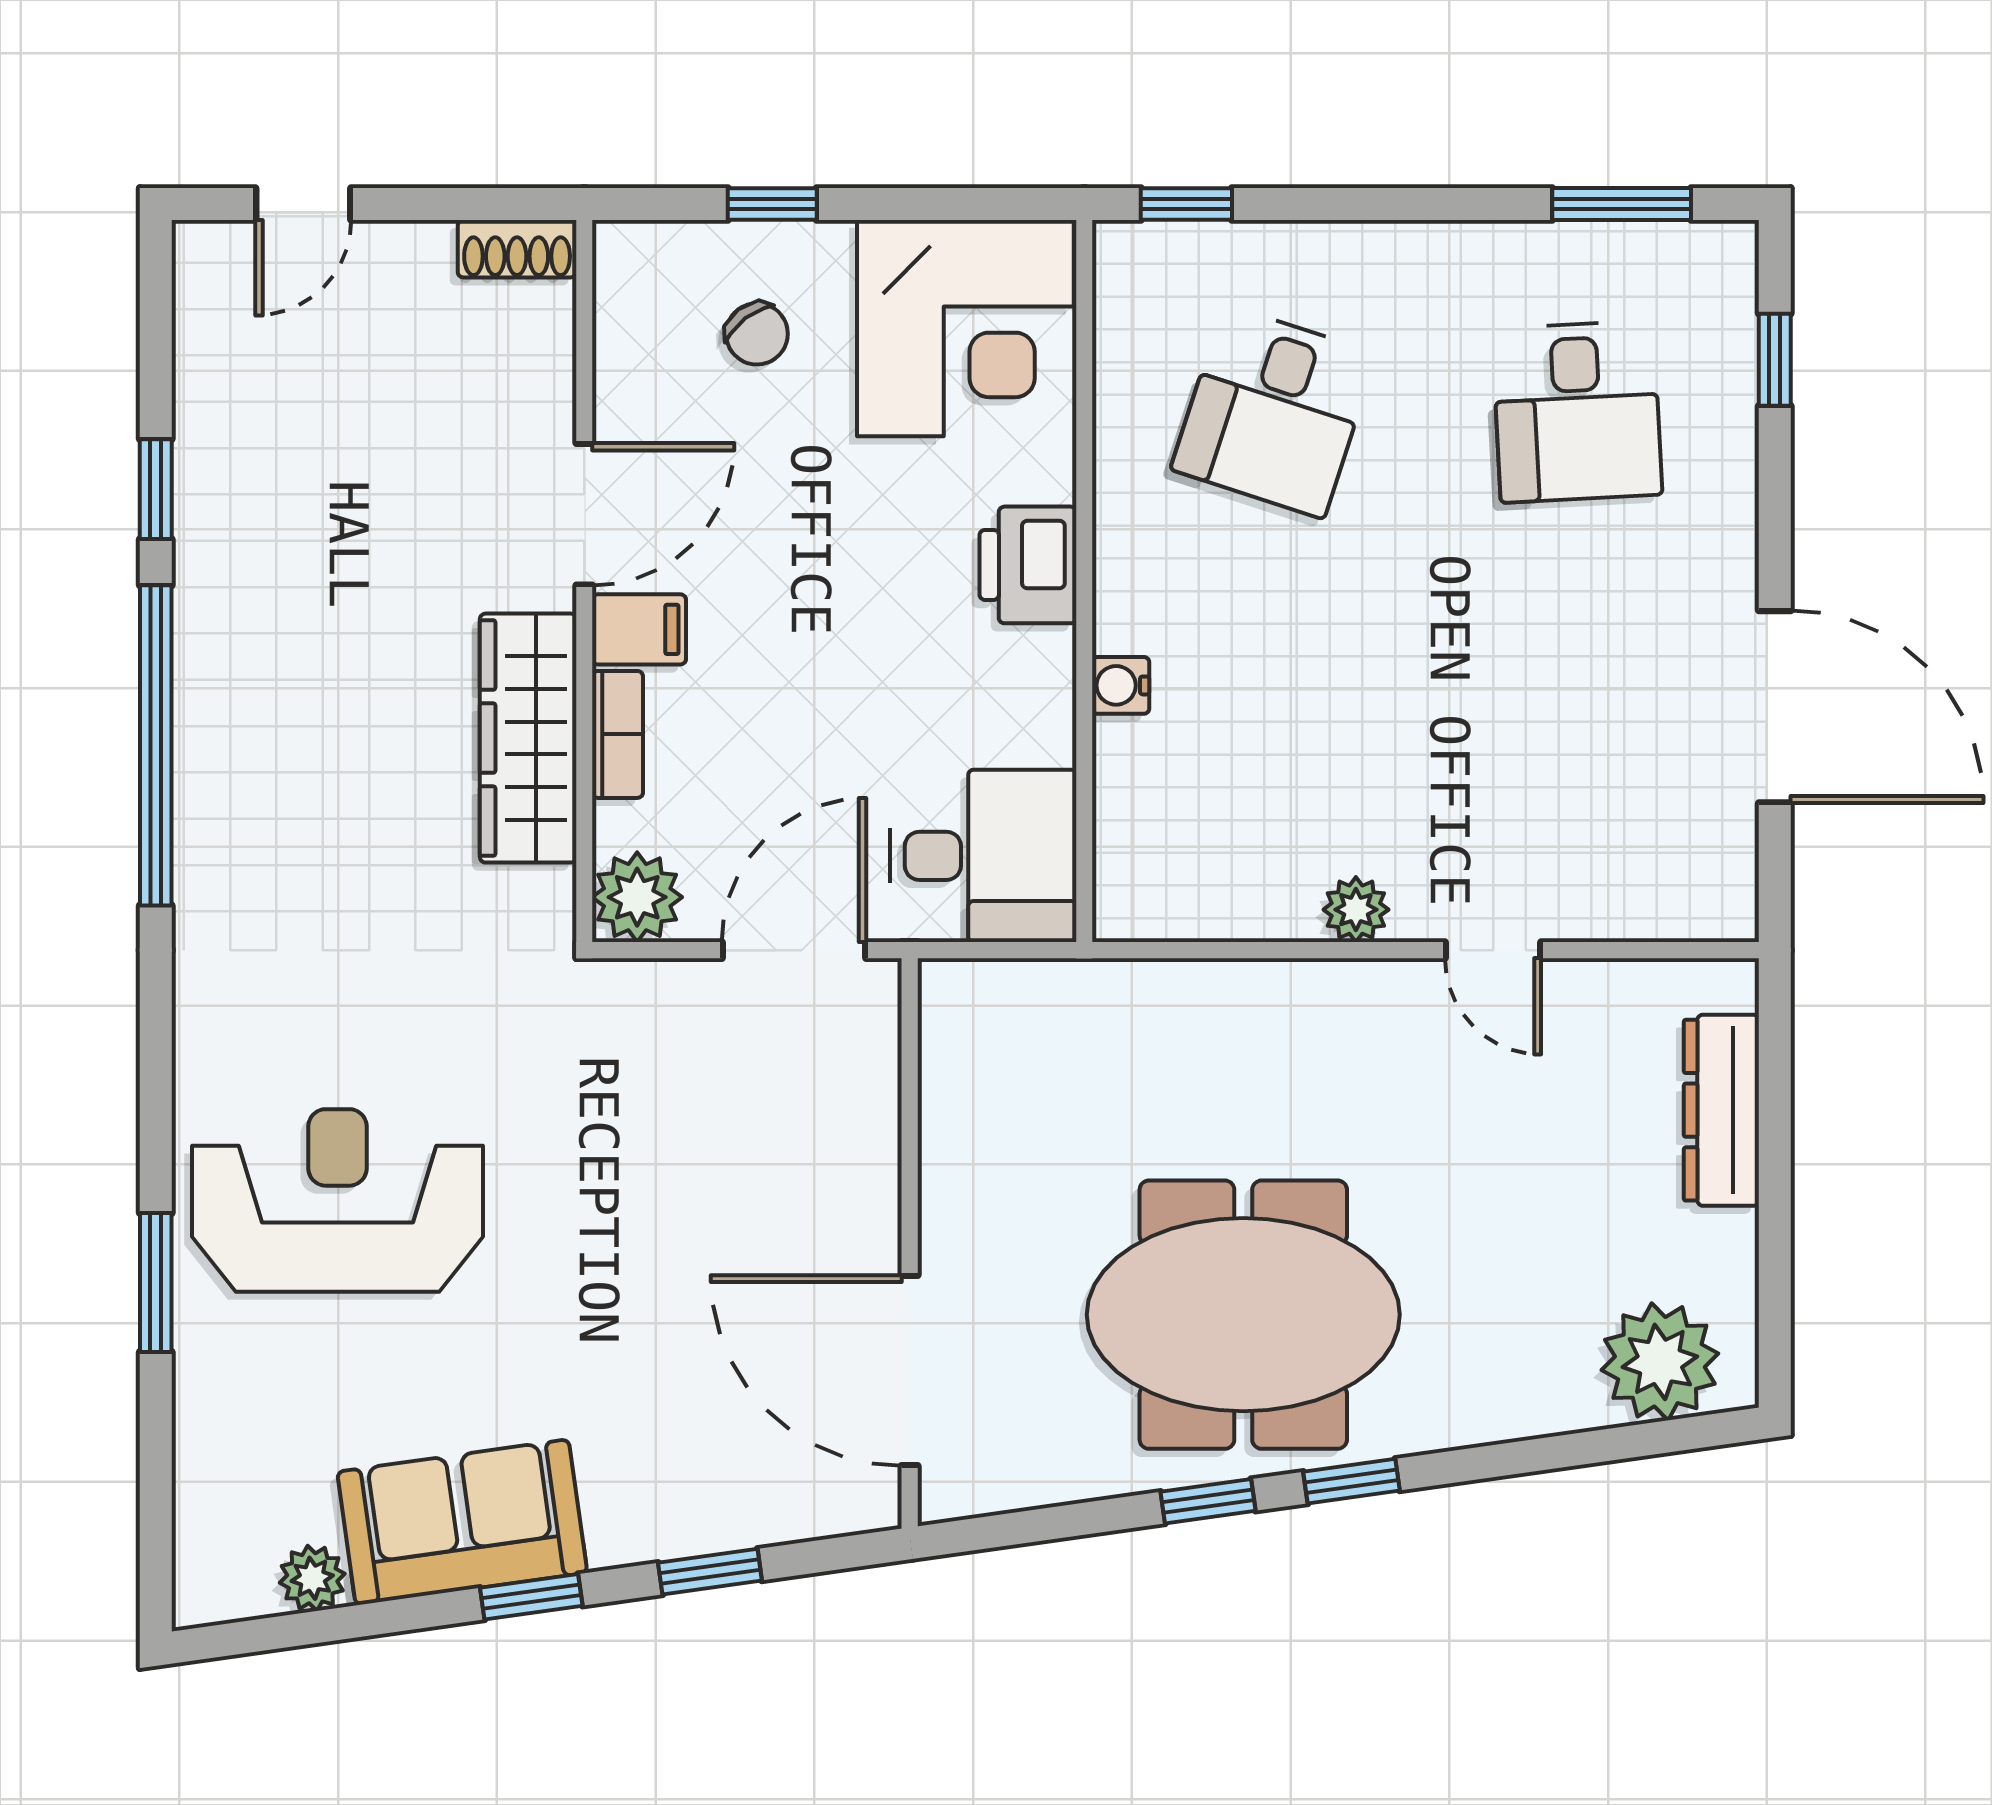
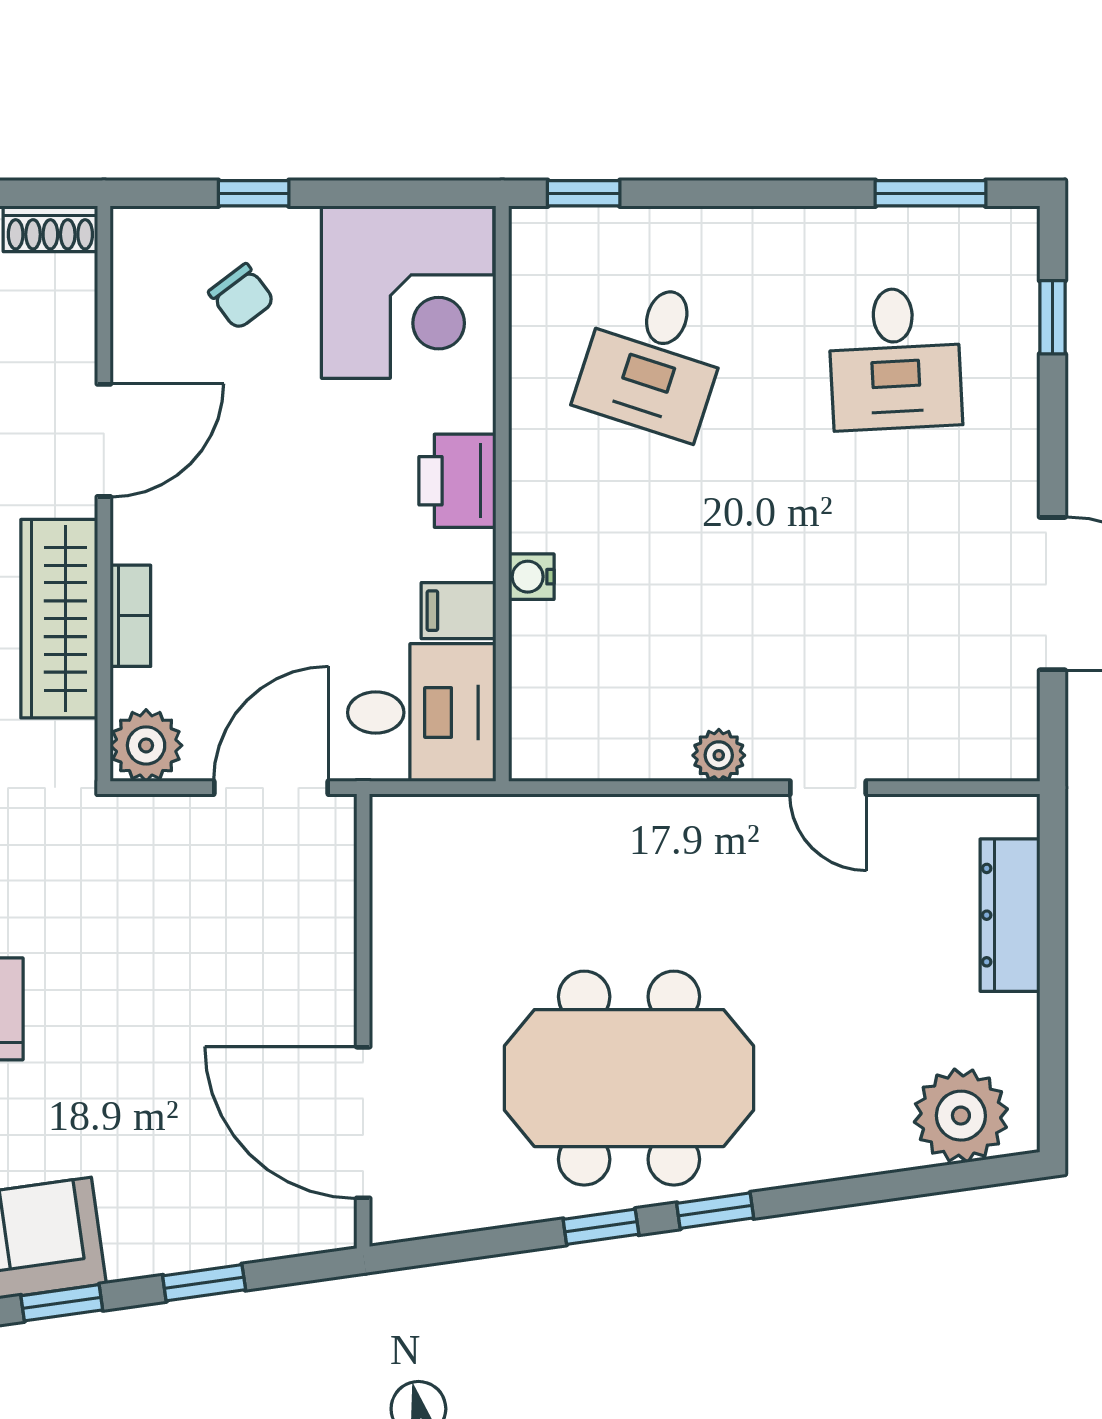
filing cabinet: (639, 629) -> (459, 611), moved, turned 180

